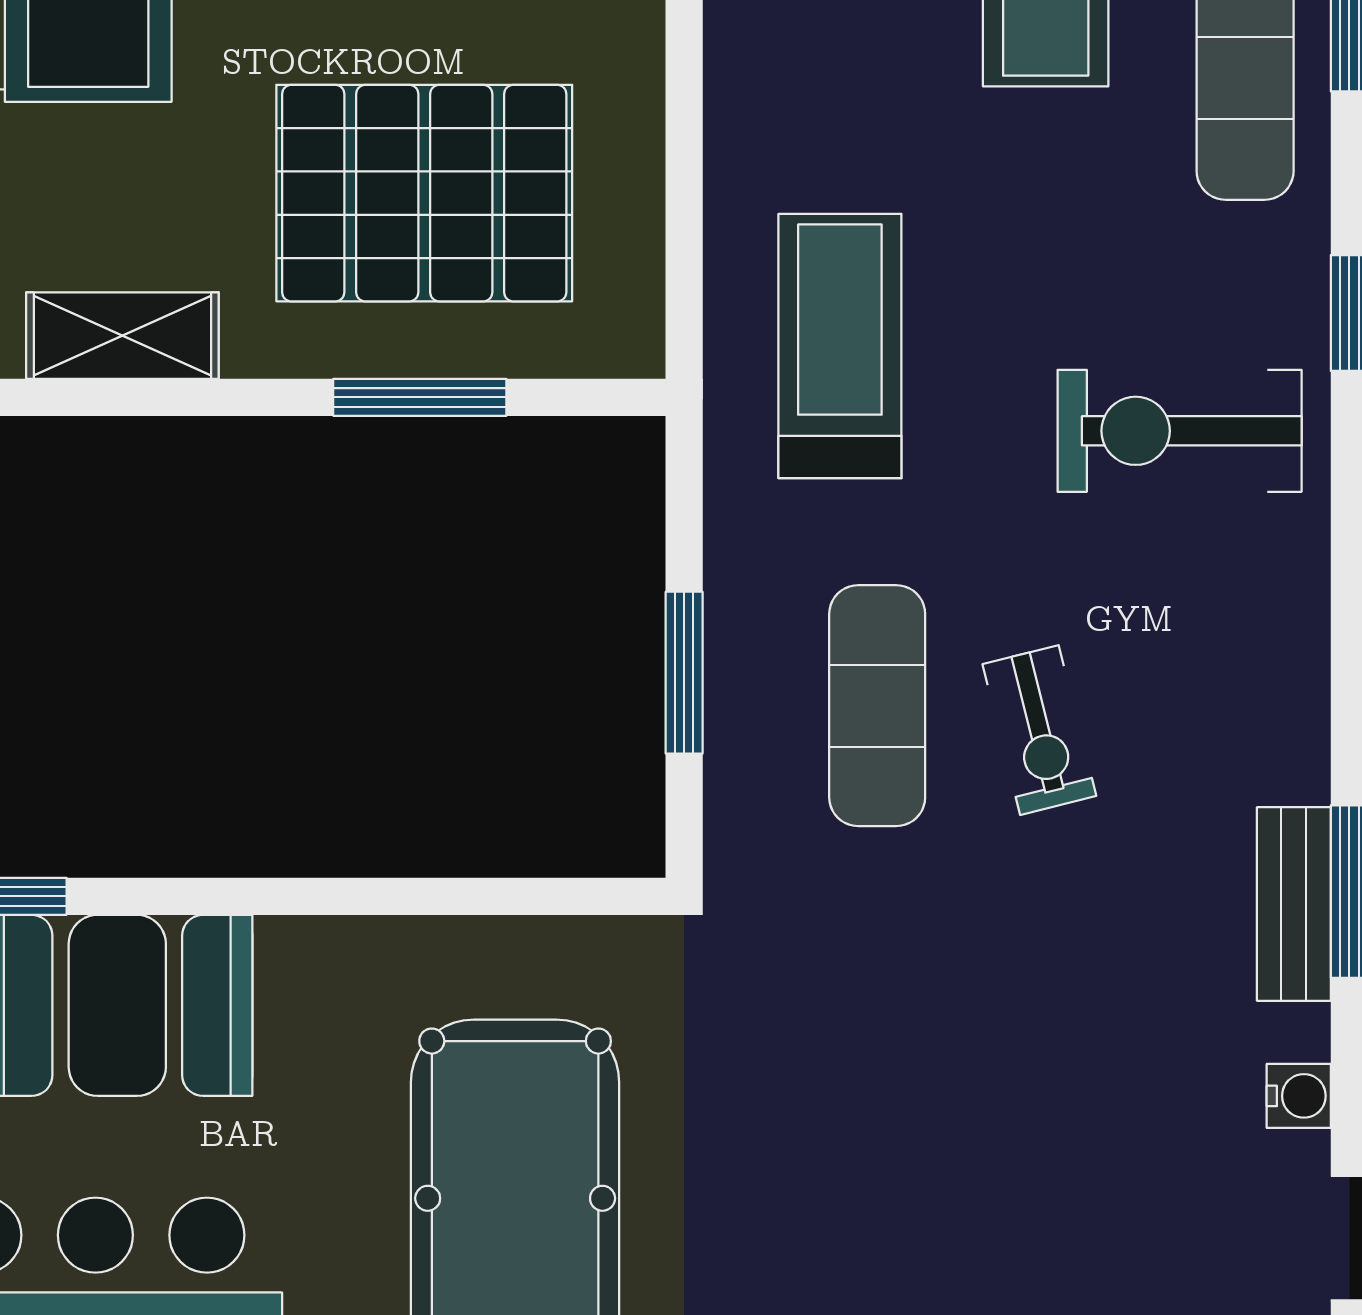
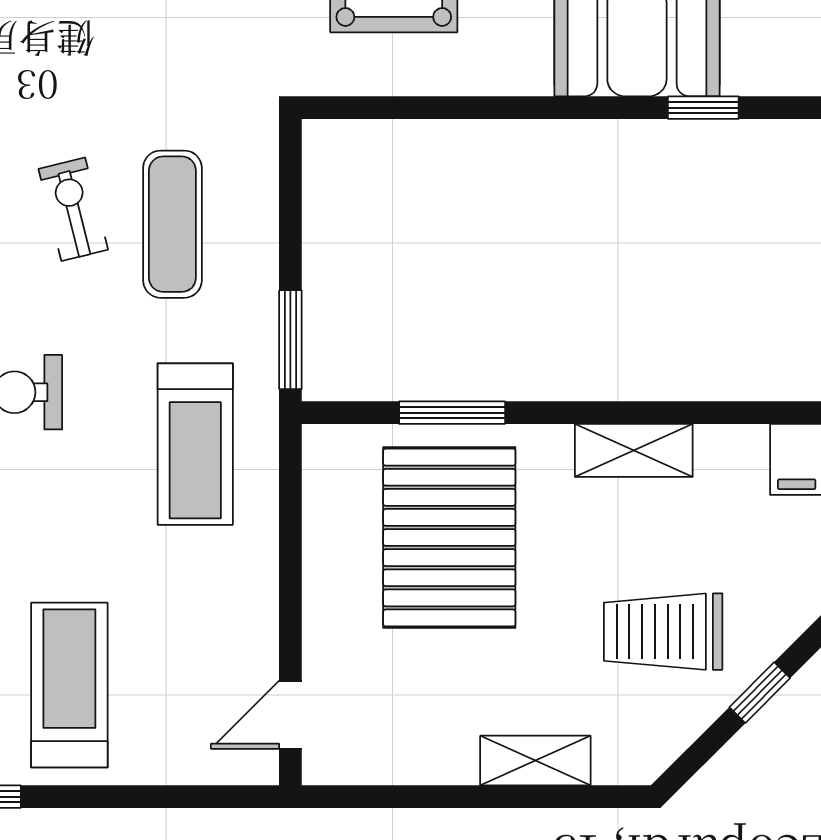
pallet: (424, 193) -> (449, 538), turned 90
window: (684, 673) -> (290, 340), moved

